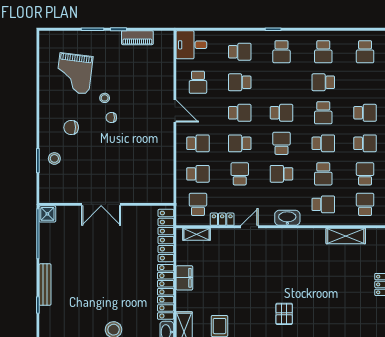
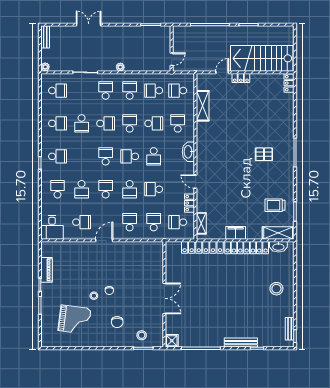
double door: (101, 204) -> (164, 298), moved
wall: (106, 204) -> (164, 294), moved
shower: (47, 214) -> (172, 341), moved

